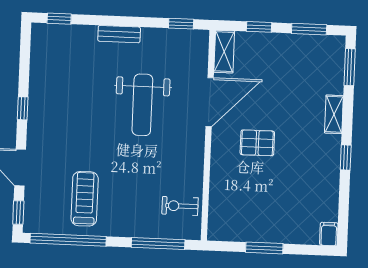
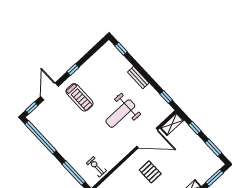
treadmill: (85, 199) -> (79, 97), moved, turned 90

